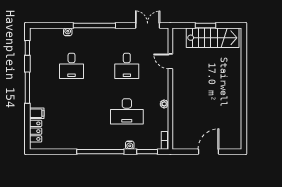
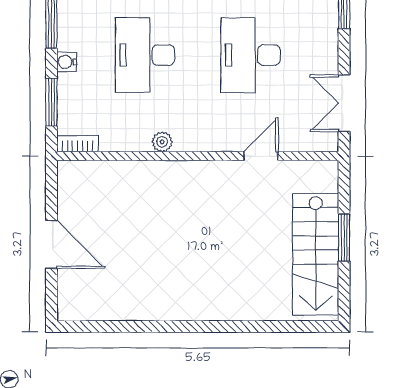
double door: (148, 26) -> (344, 103), swing flipped
desk: (127, 66) -> (250, 55), width x1.37

